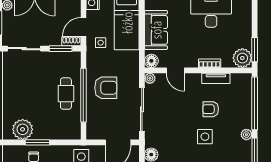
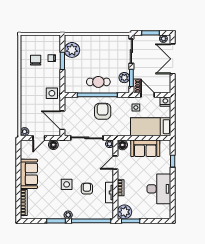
plant: (60, 58) -> (124, 78), added
armchair: (106, 88) -> (103, 111), turned 180

